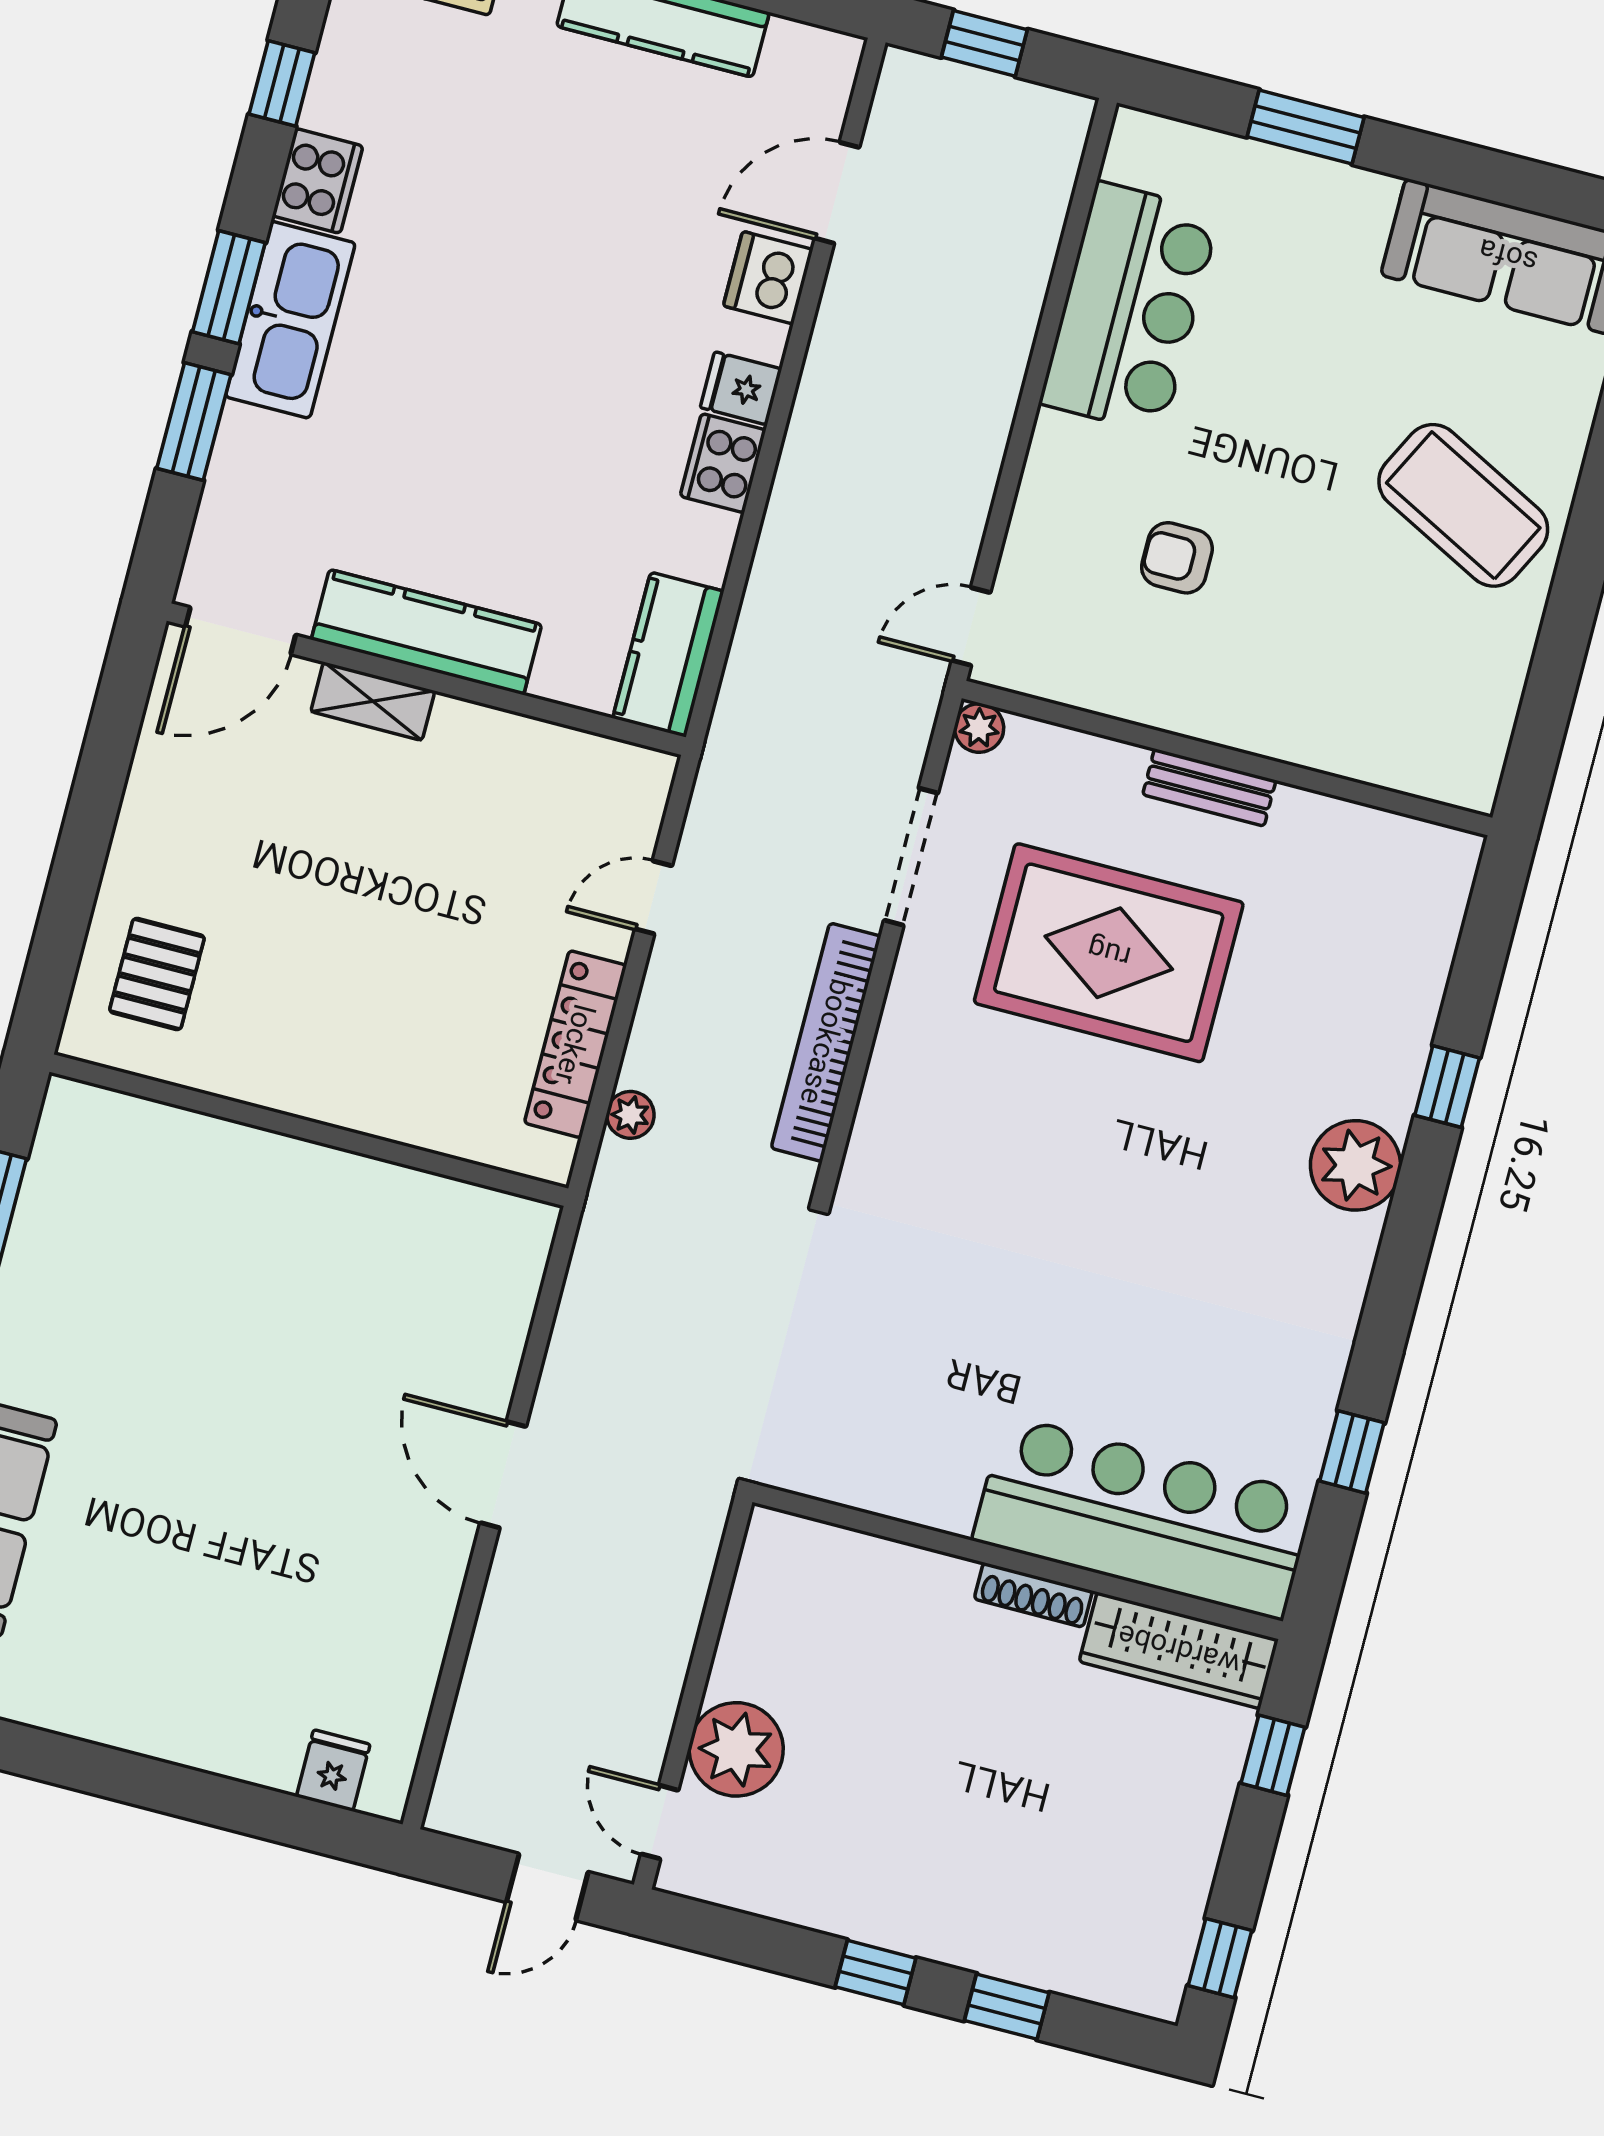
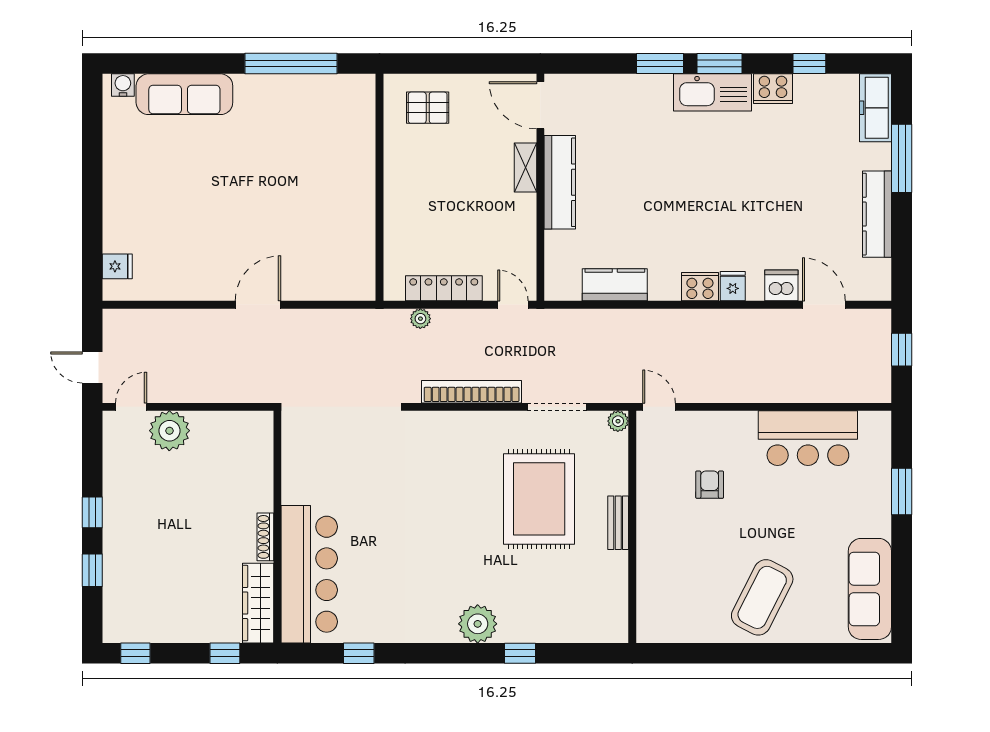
door: (241, 631) -> (540, 105), moved
kitchen counter: (427, 632) -> (560, 182), moved
wall: (426, 679) -> (540, 187), moved
shelving: (373, 701) -> (525, 168), moved

